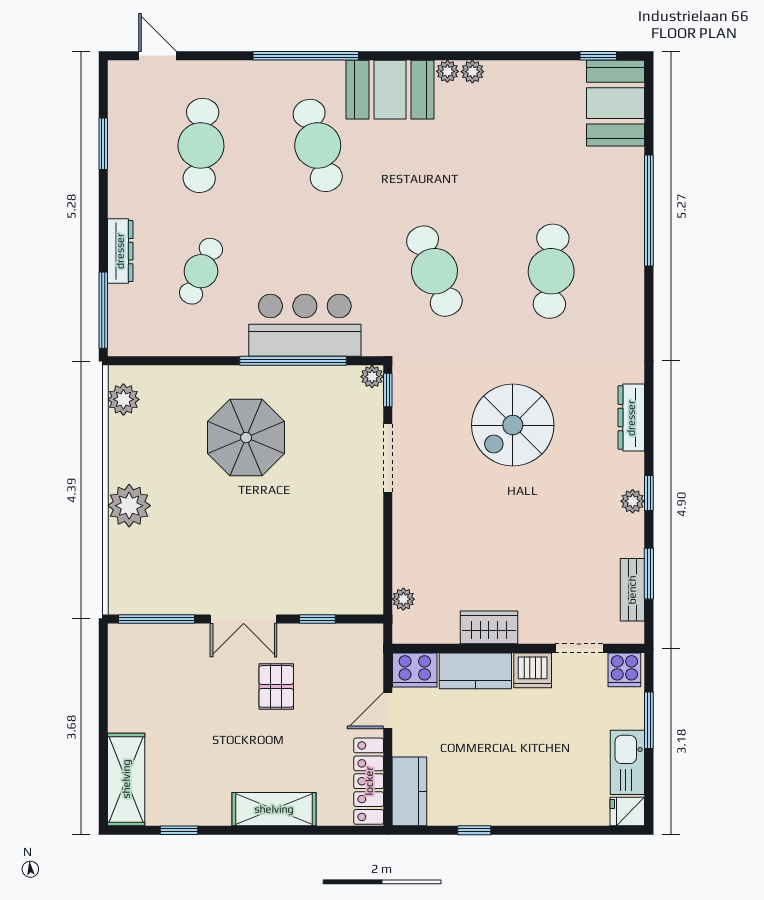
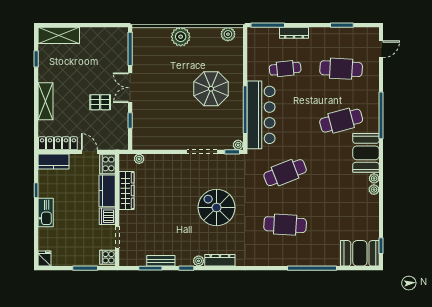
cafe table: (201, 271) -> (285, 69), turned -30
bar counter: (305, 325) -> (261, 115), width x1.36
plant: (633, 501) -> (199, 261), moved
bench: (632, 590) -> (161, 261), moved
wardrobe: (489, 627) -> (126, 191), width x1.50
kitchen sink: (627, 762) -> (46, 213), moved, turned 90

